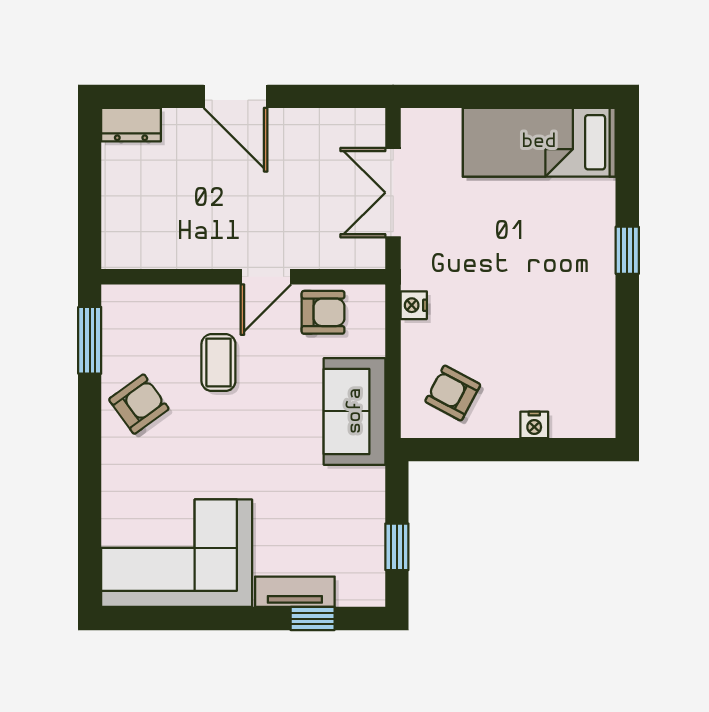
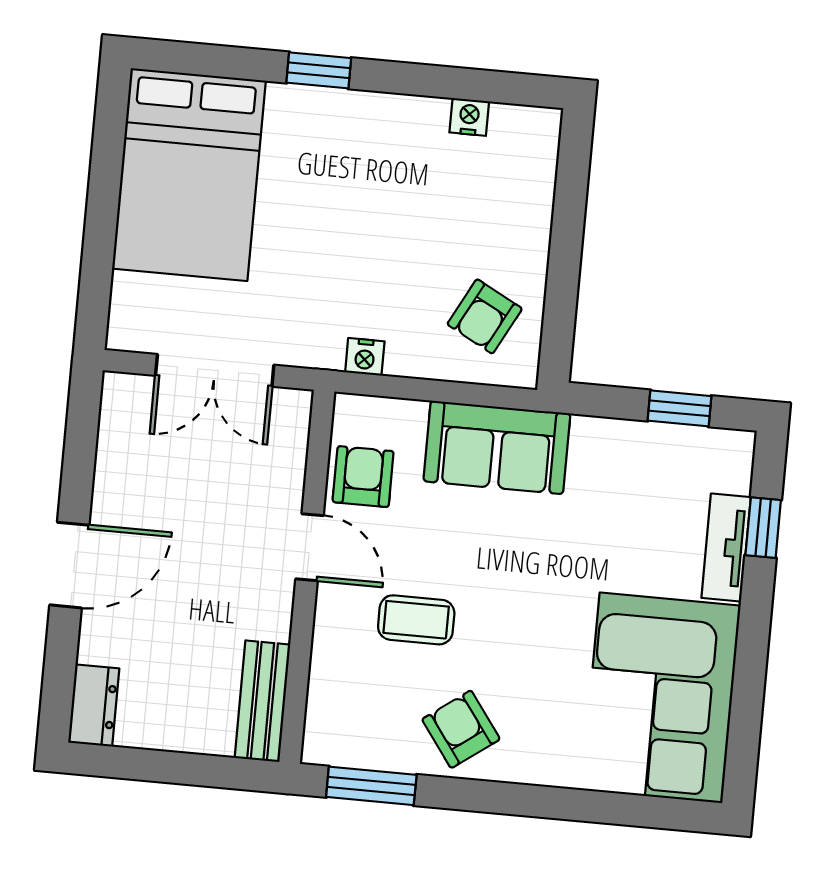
bed: (539, 142) -> (189, 175), width x1.50
bench: (146, 252) -> (262, 701), added
nightstand: (534, 425) -> (469, 117), moved, turned -90

